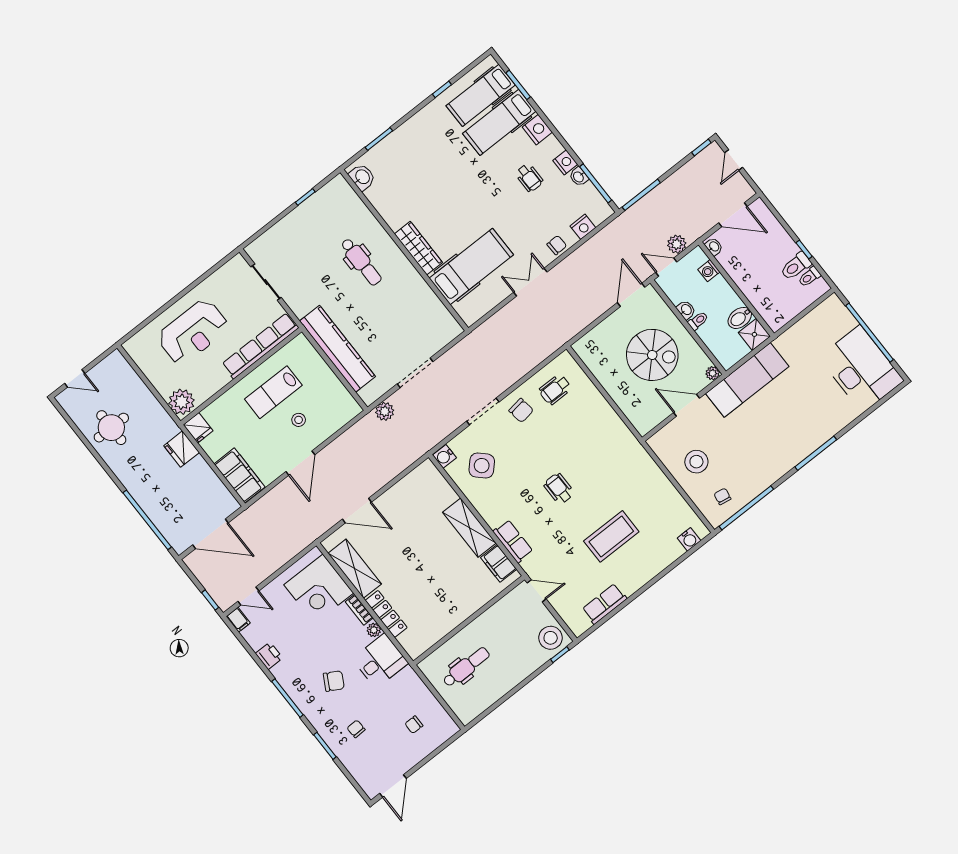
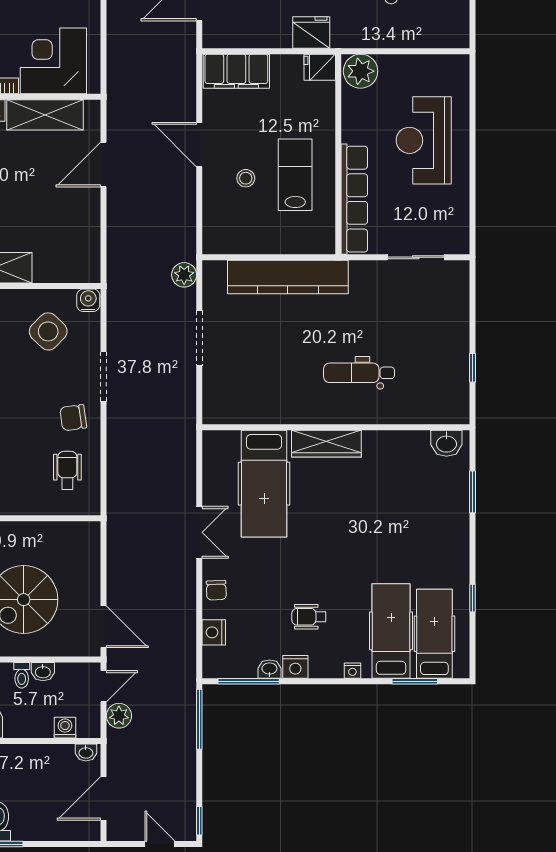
nightstand: (537, 130) -> (352, 671), width x0.53, depth x0.56

